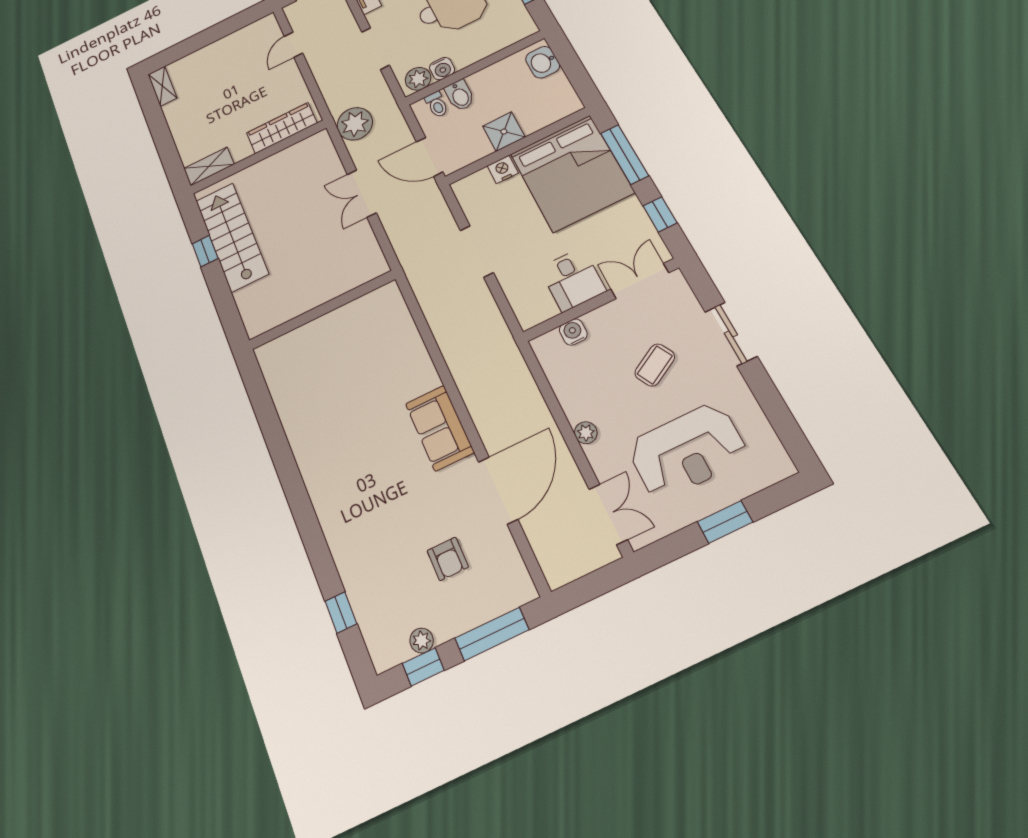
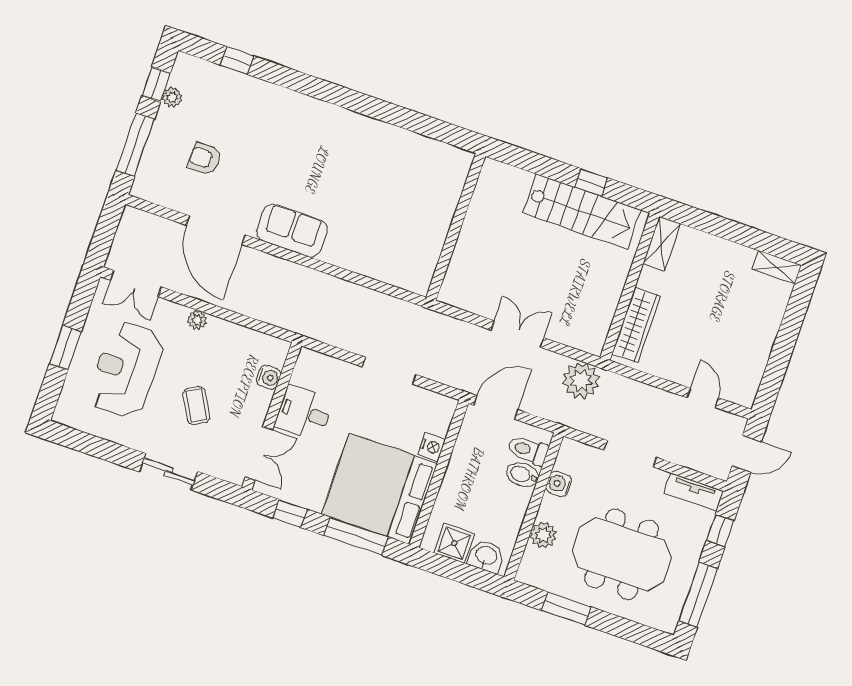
plant: (418, 79) -> (543, 535), moved
toilet: (437, 105) -> (528, 450), width x1.37, depth x1.39
shower: (504, 132) -> (454, 543), moved

